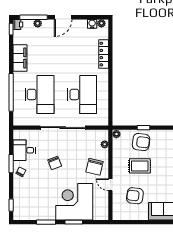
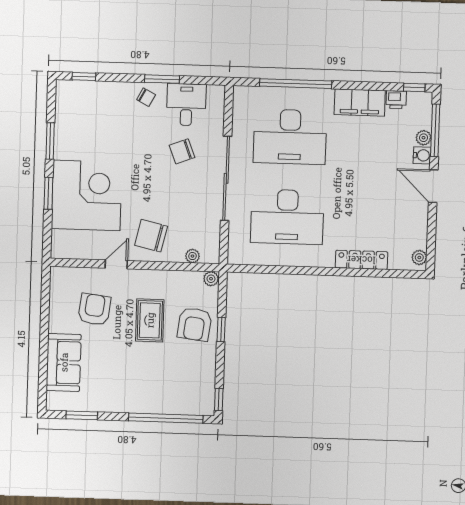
printer: (18, 24) -> (396, 100), moved
water cooler: (92, 24) -> (422, 155), moved
chair: (55, 163) -> (182, 151), moved

